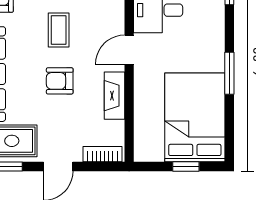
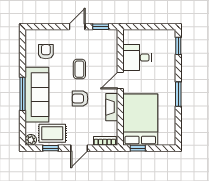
bed: (195, 117) -> (140, 120), moved
window: (186, 167) -> (138, 148), moved

